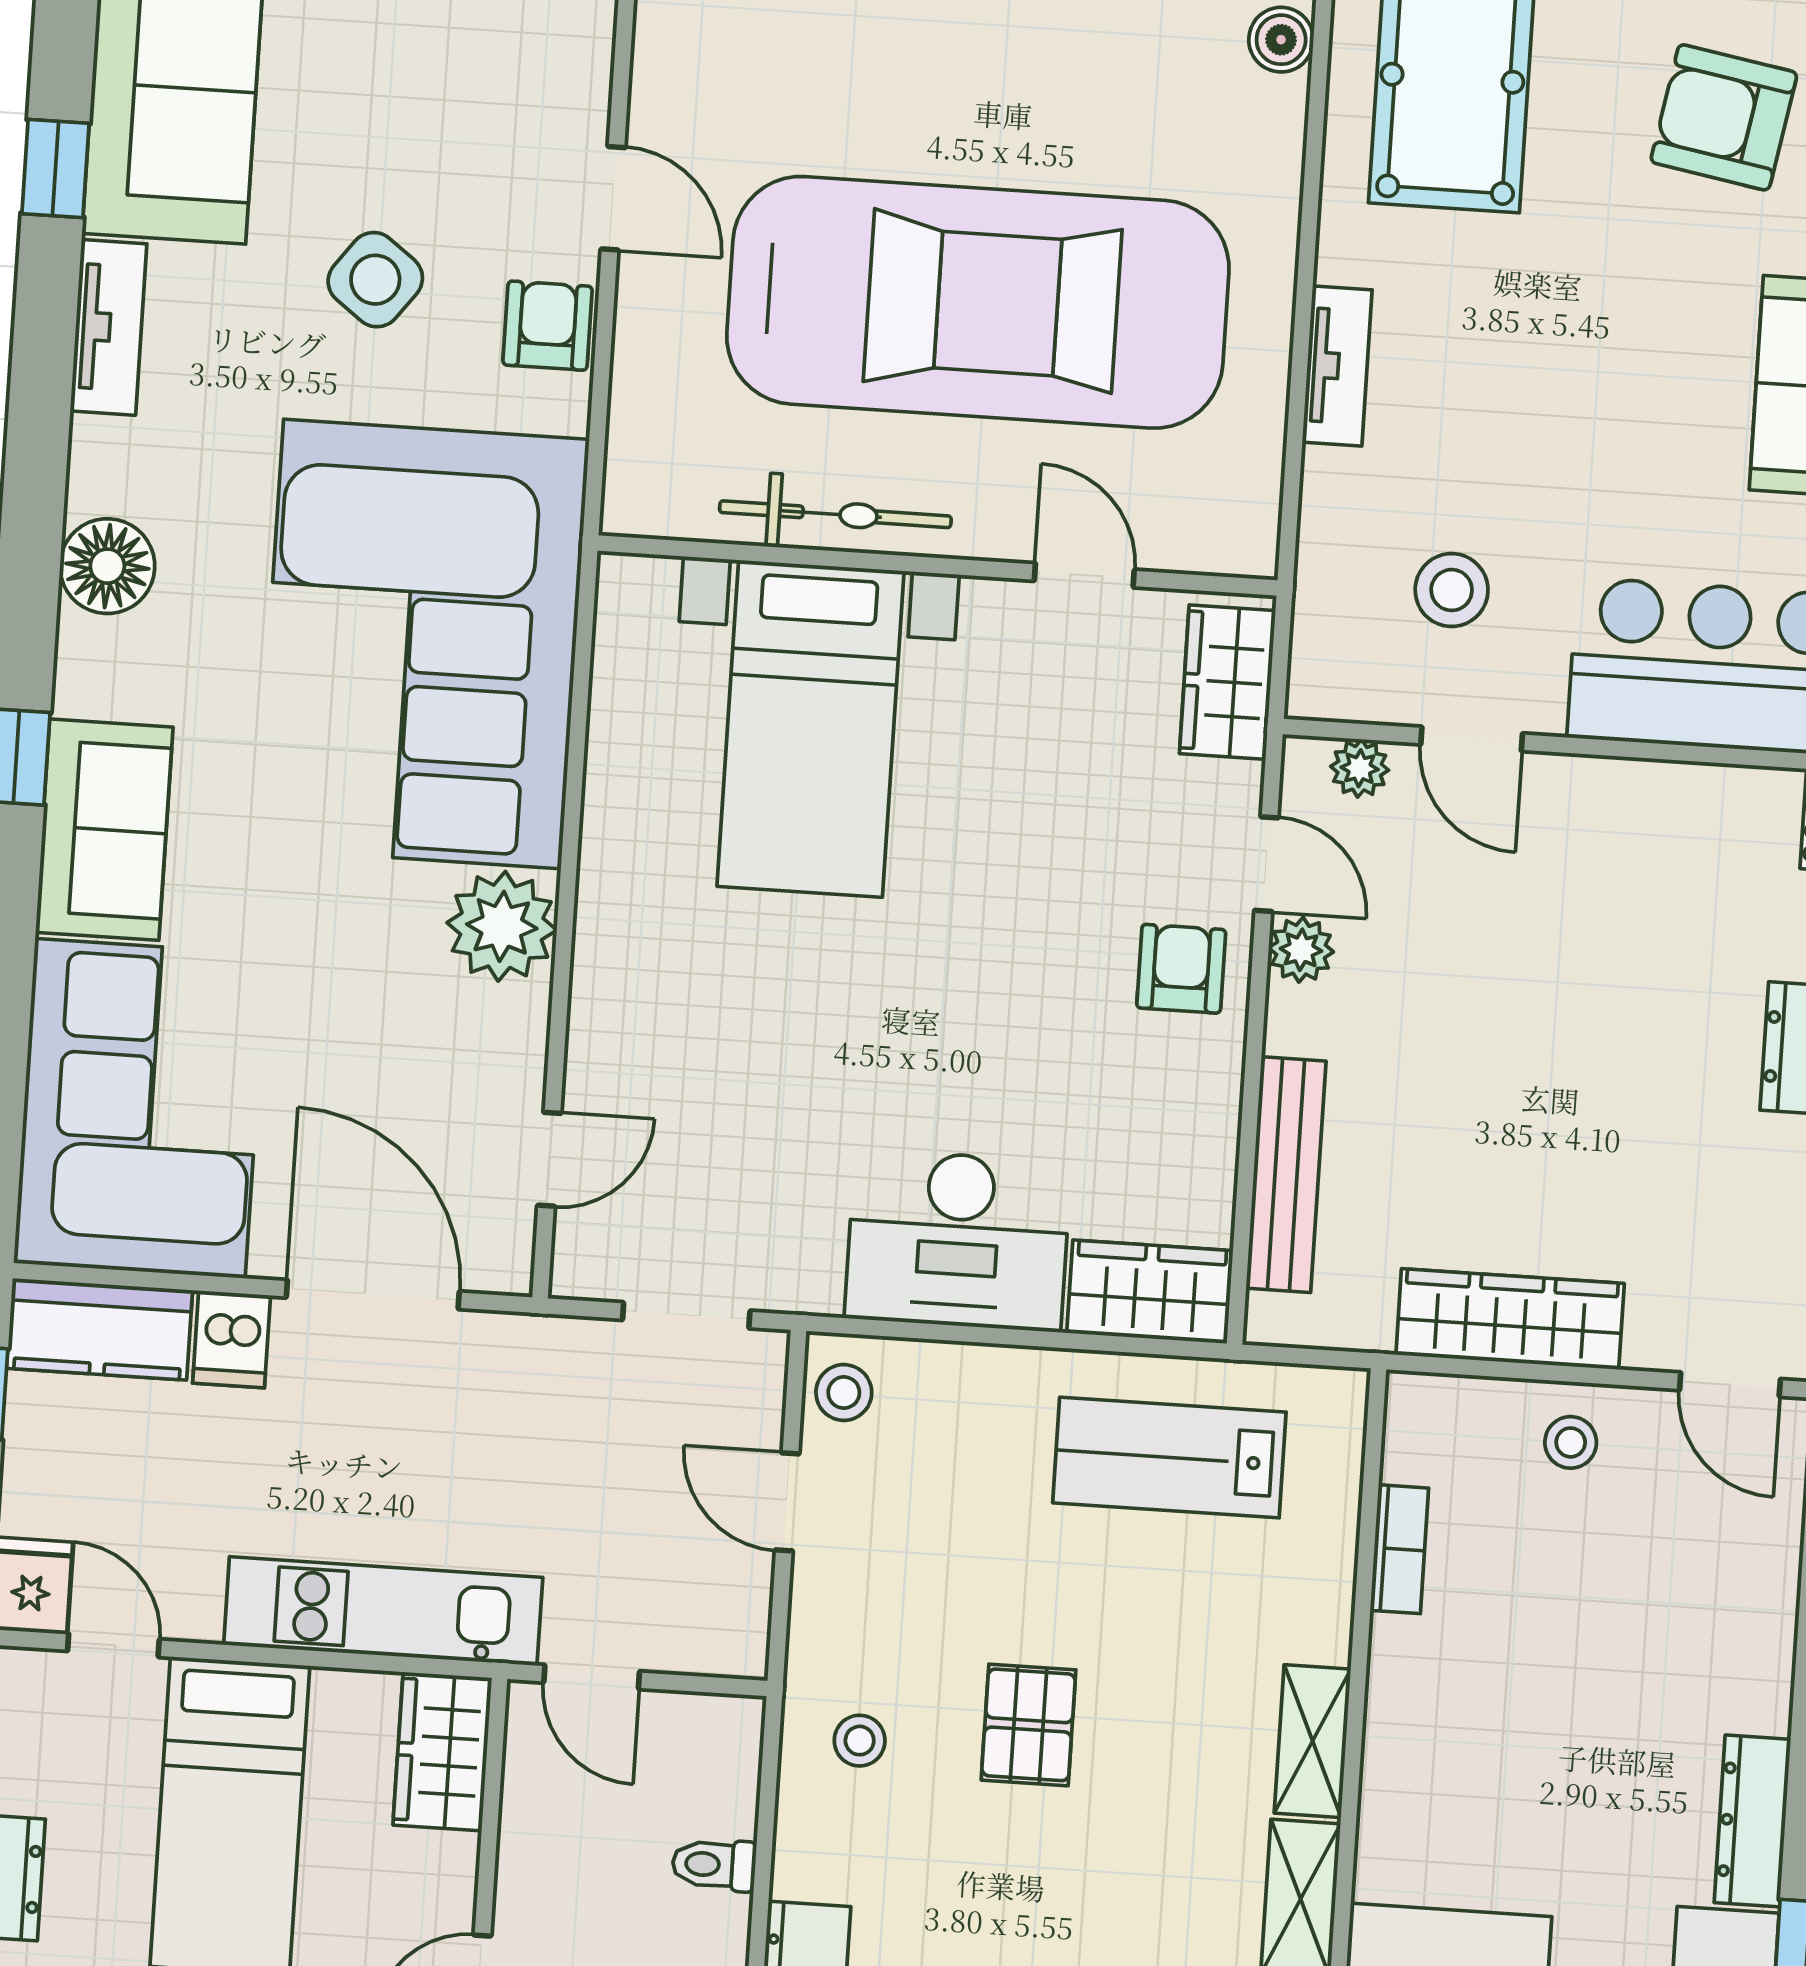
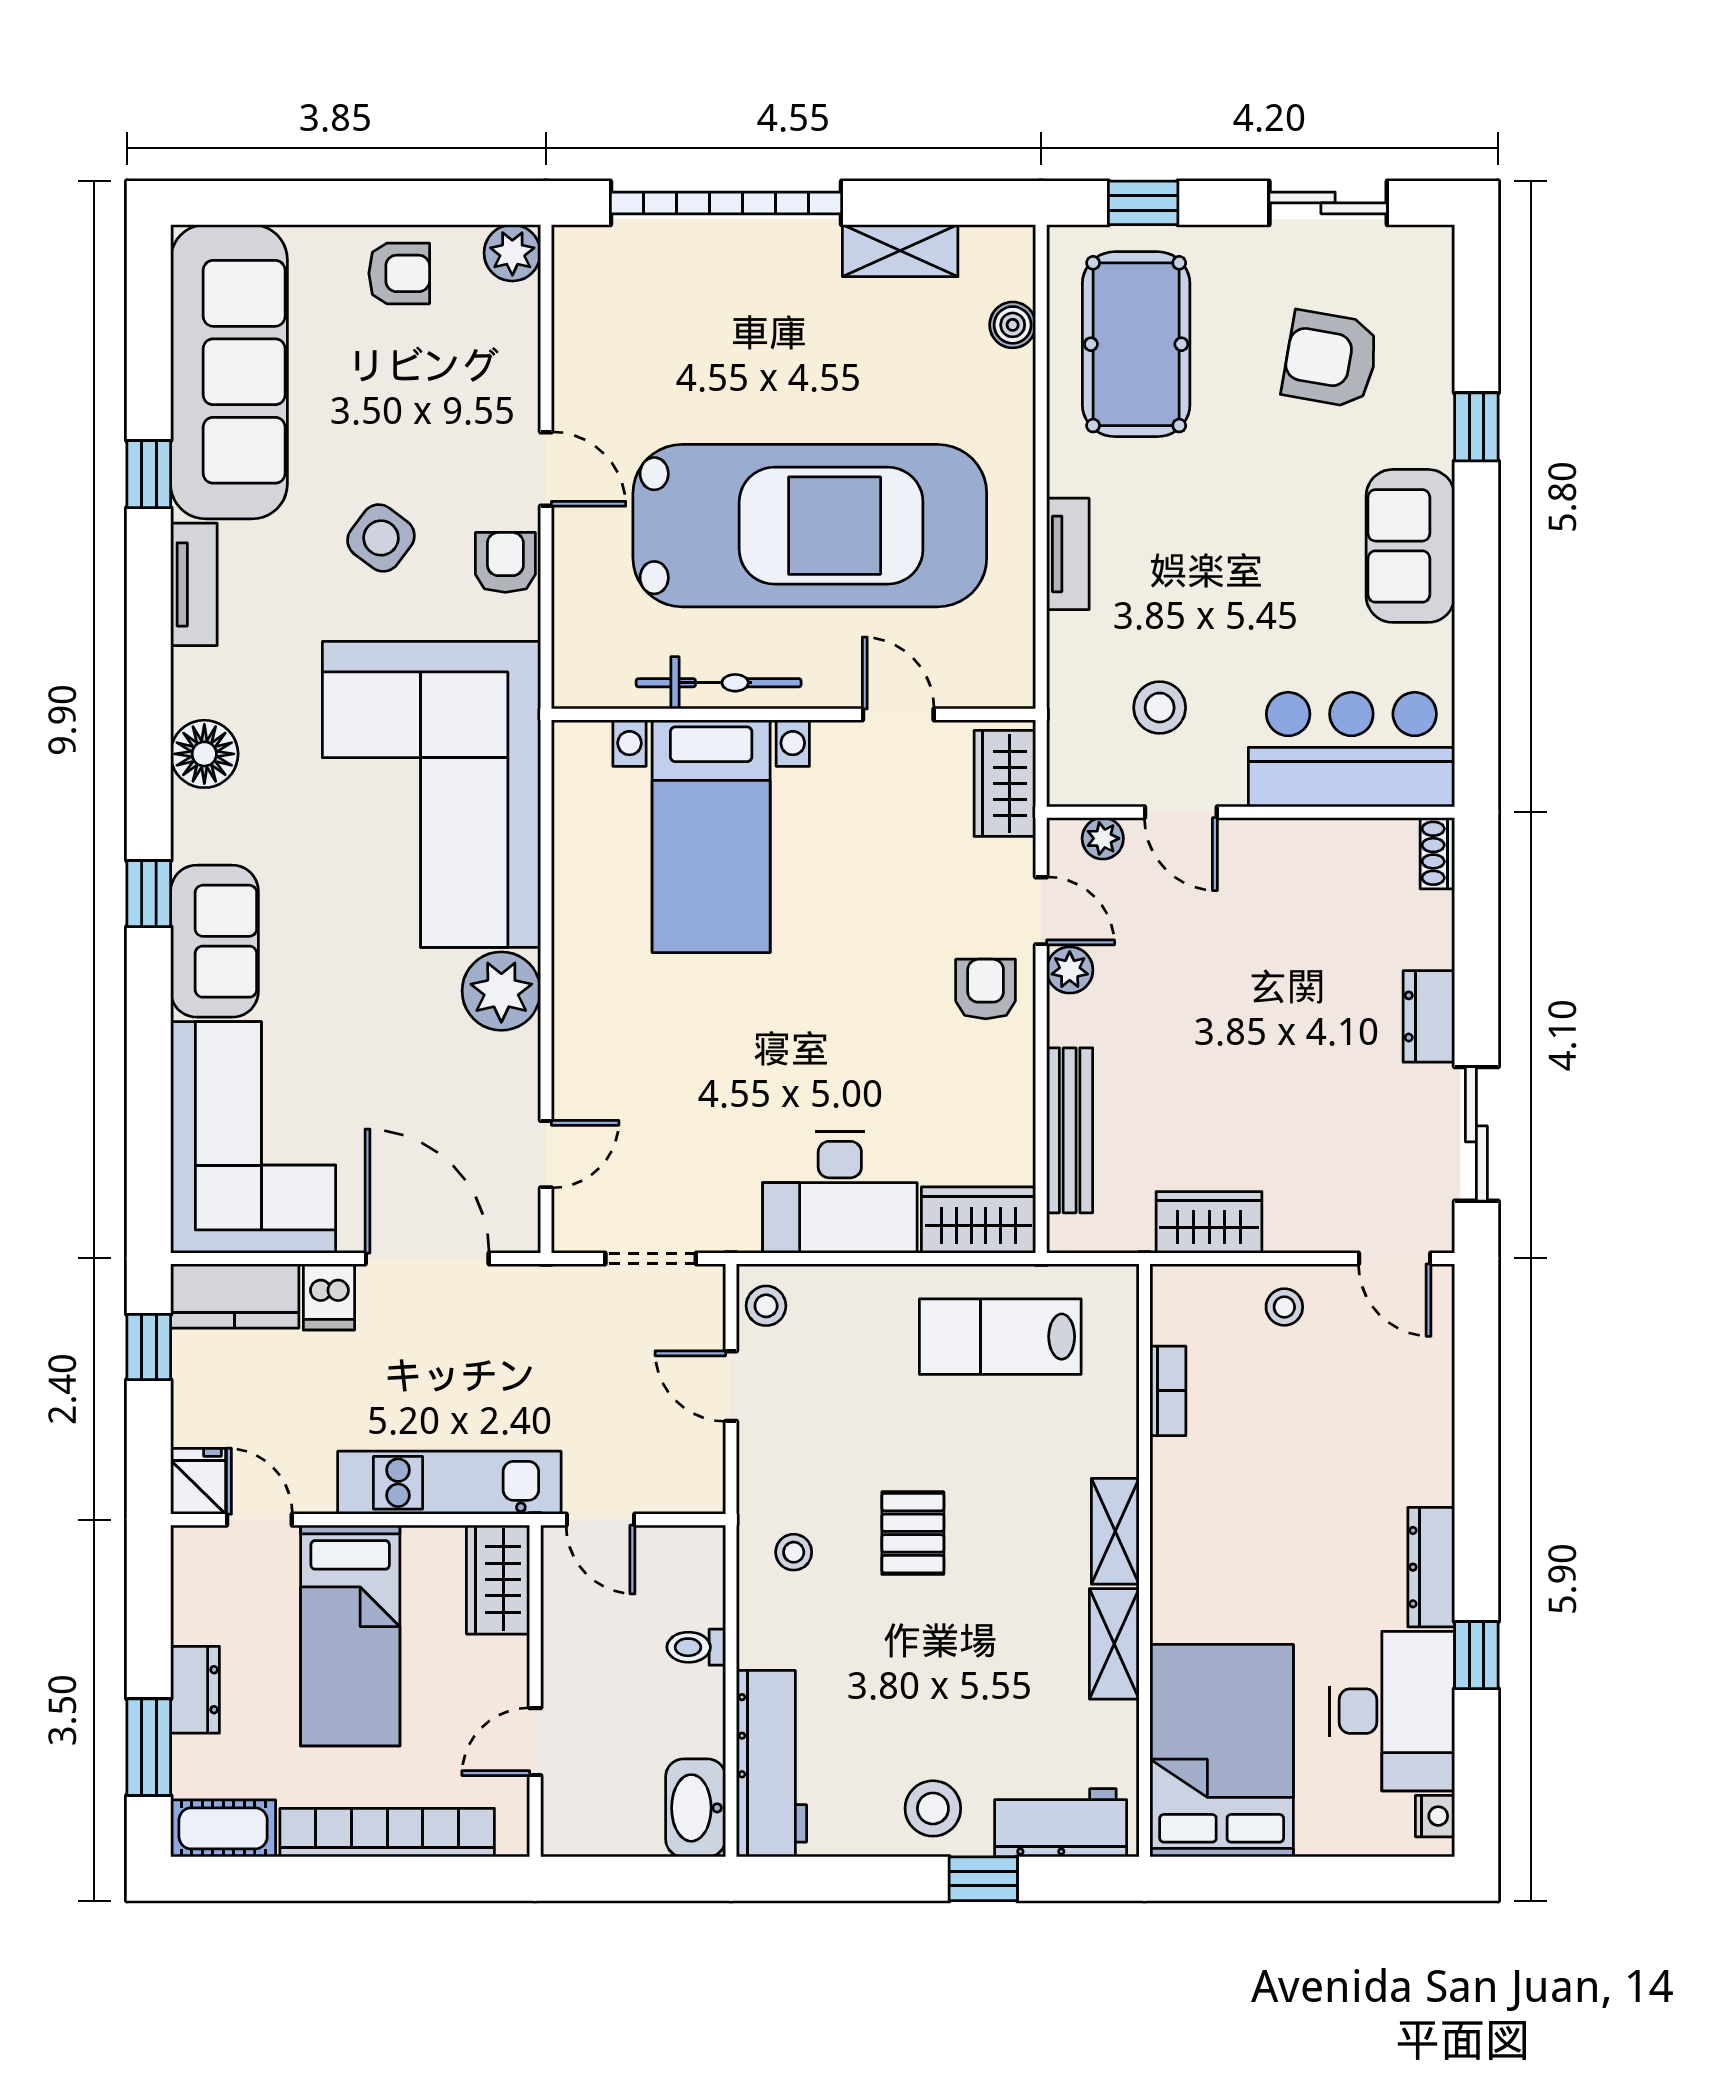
wardrobe: (1510, 1319) -> (1209, 1222), width x0.67

